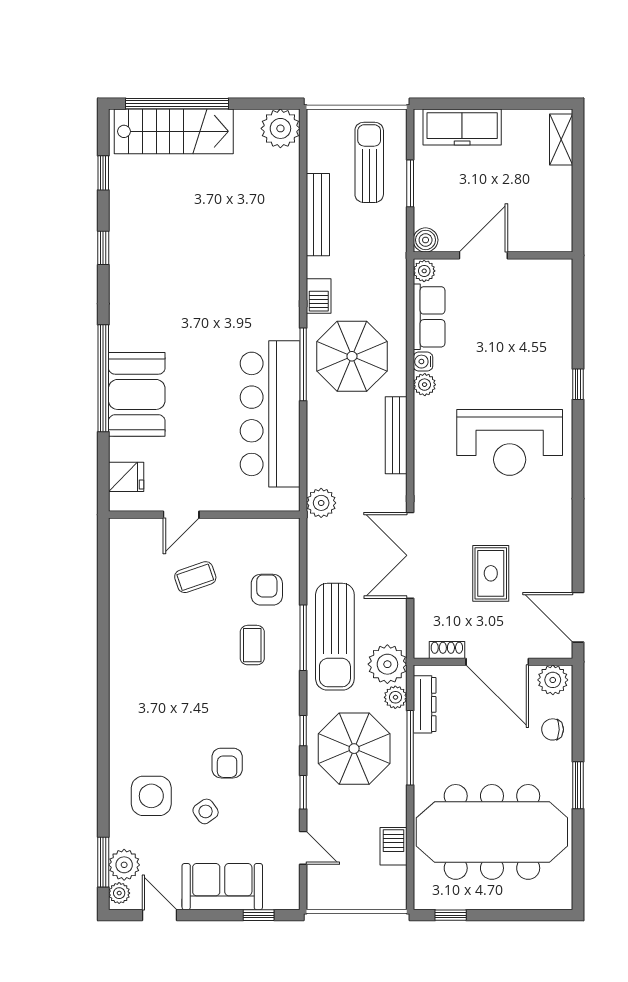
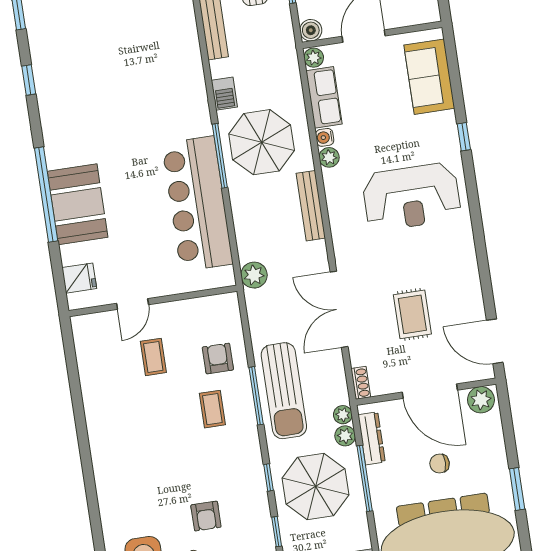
sofa: (550, 312) -> (429, 77), added
coffee table: (195, 577) -> (153, 357), turned -71
shoe rack: (447, 650) -> (361, 383), moved, turned 90
plant: (387, 664) -> (343, 415), width x0.53, depth x0.53
chair: (553, 729) -> (440, 463), moved

